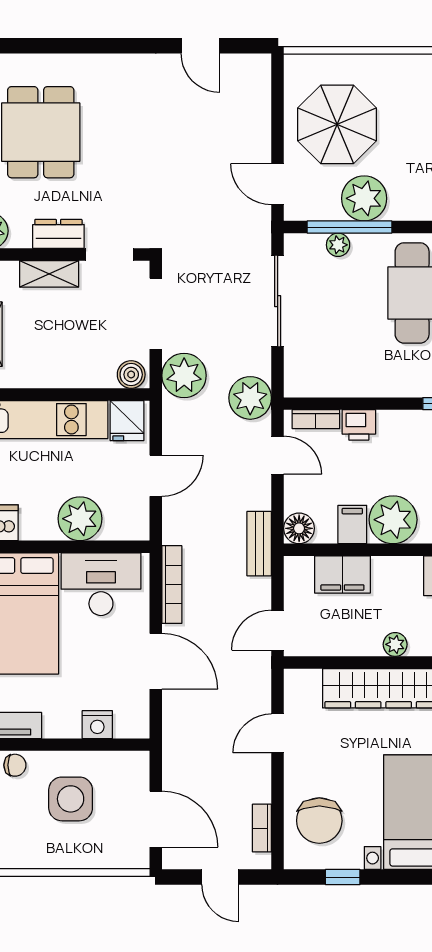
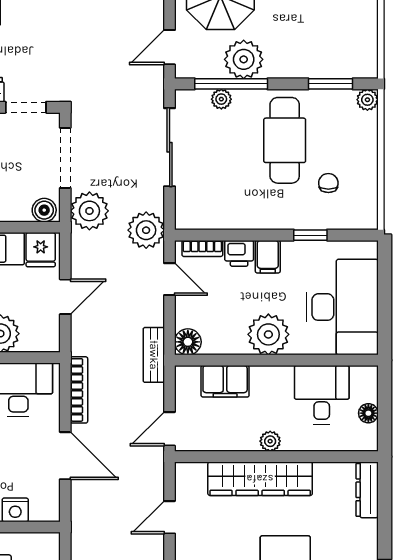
door: (278, 184) -> (170, 47), hinge flipped
filing cabinet: (352, 525) -> (268, 257), moved, turned 180

